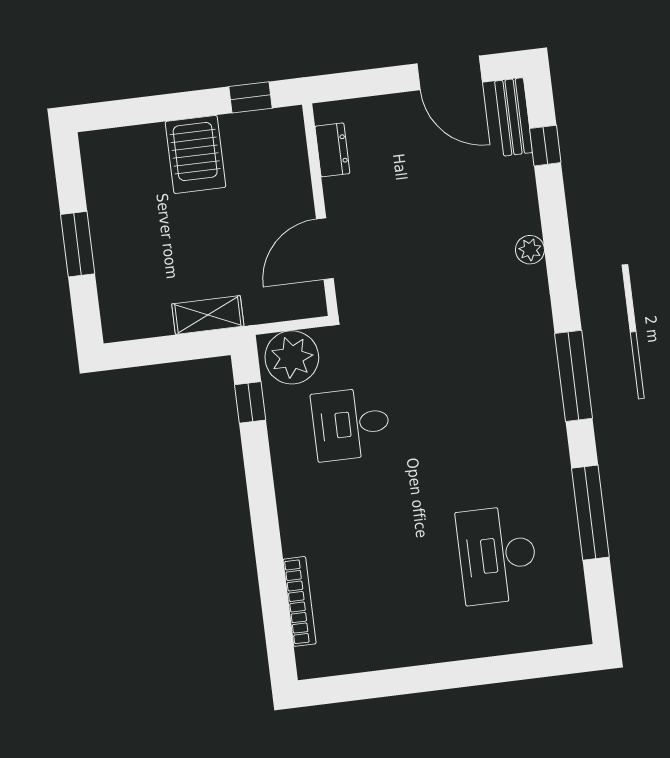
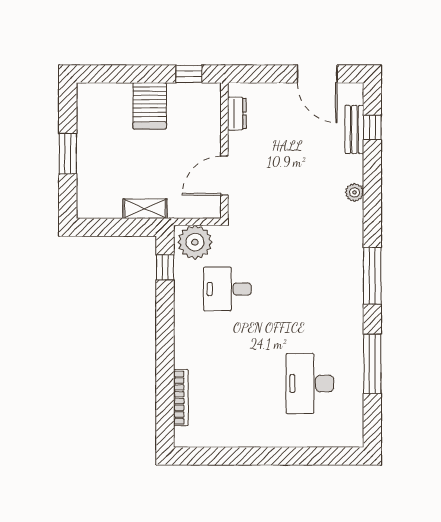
bench: (514, 117) -> (354, 129), moved

